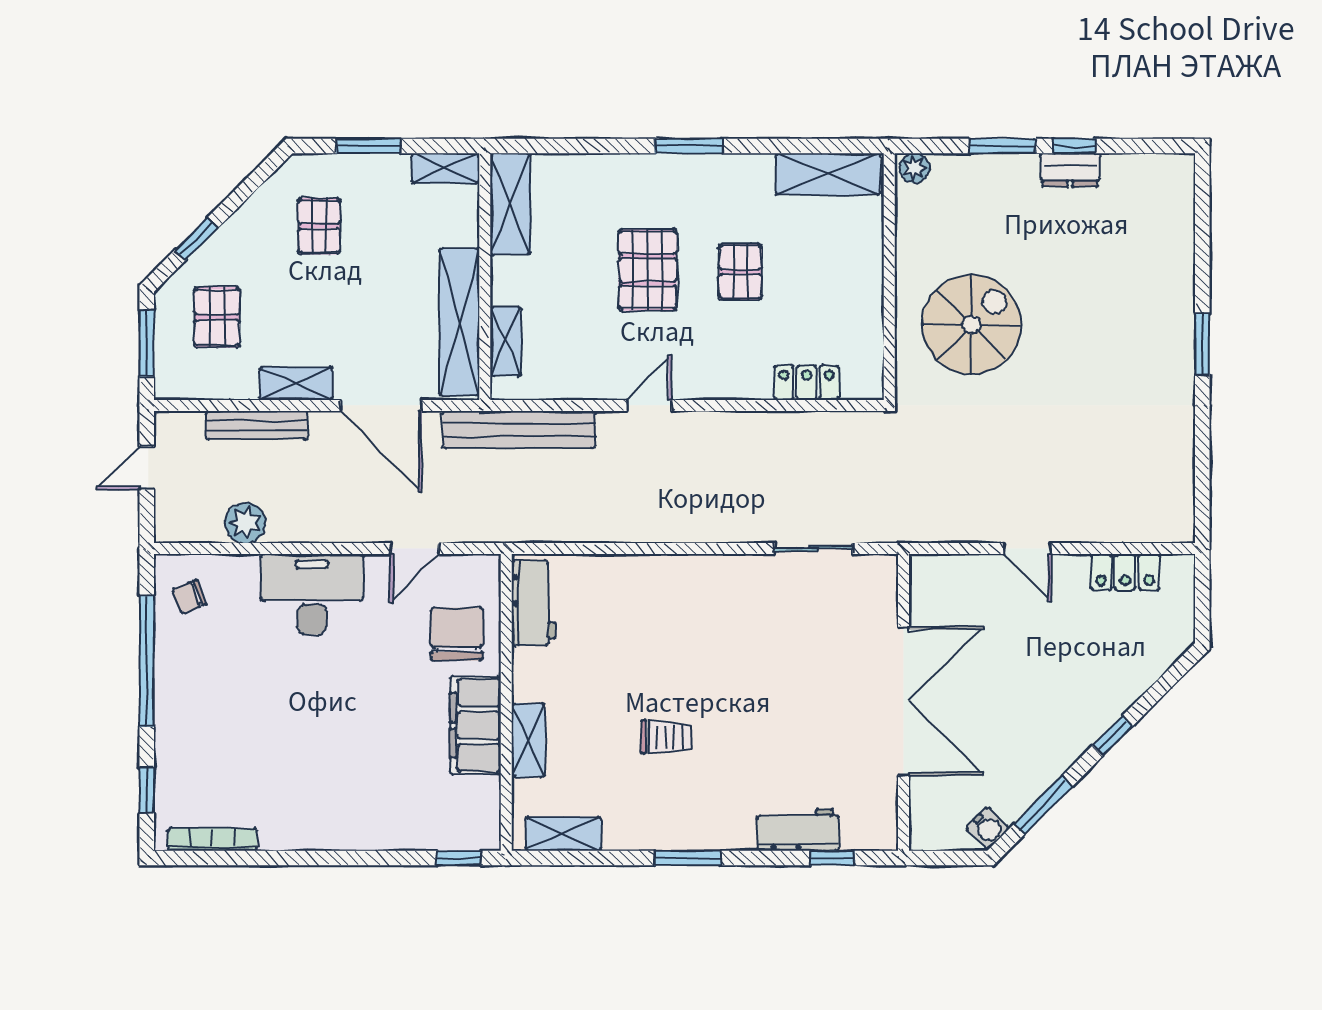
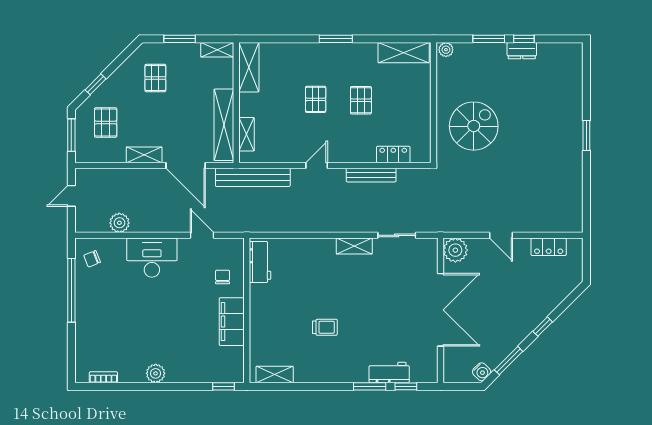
pallet: (647, 270) -> (316, 99), width x0.67, depth x0.71
bench: (257, 425) -> (371, 175), moved
door: (414, 549) -> (202, 235), swing flipped
plant: (934, 579) -> (455, 250), added
chair: (457, 634) -> (223, 277), width x0.54, depth x0.54
shelving: (528, 740) -> (354, 246), moved, turned 90
window: (147, 790) -> (71, 353), removed
plant: (319, 832) -> (156, 373), added
bookcase: (213, 839) -> (103, 377), width x0.64
window: (688, 858) -> (370, 386), moved

